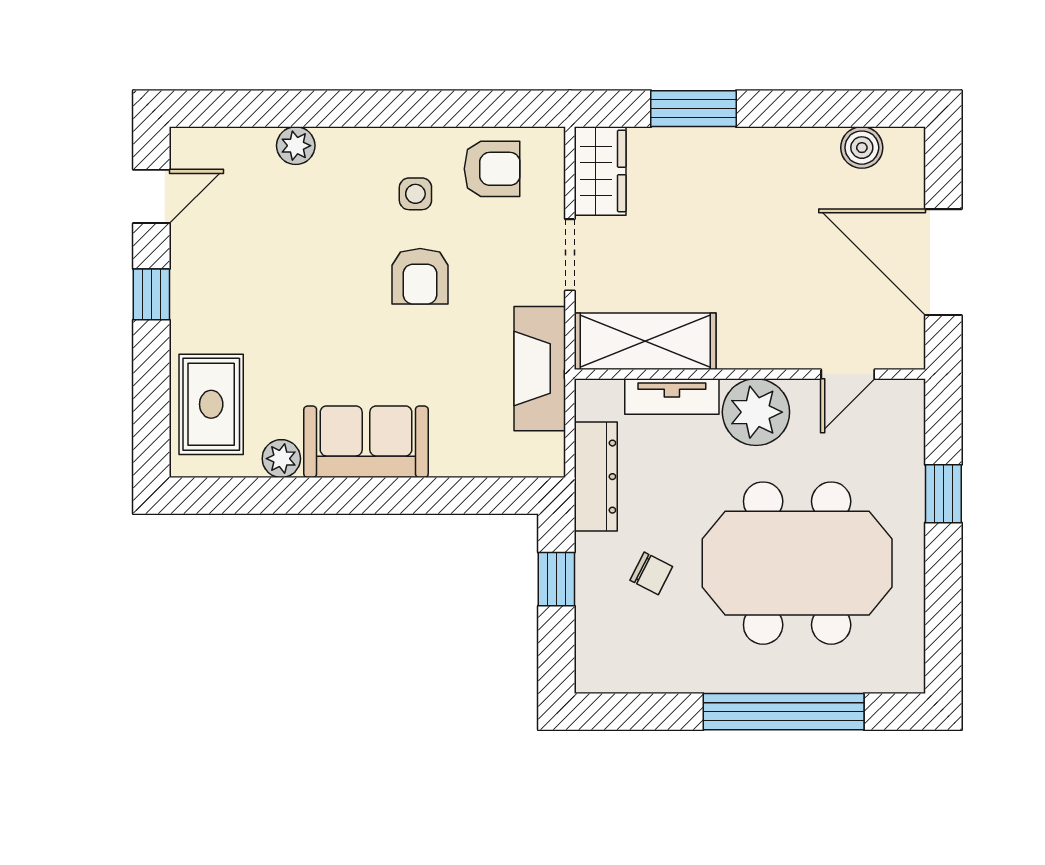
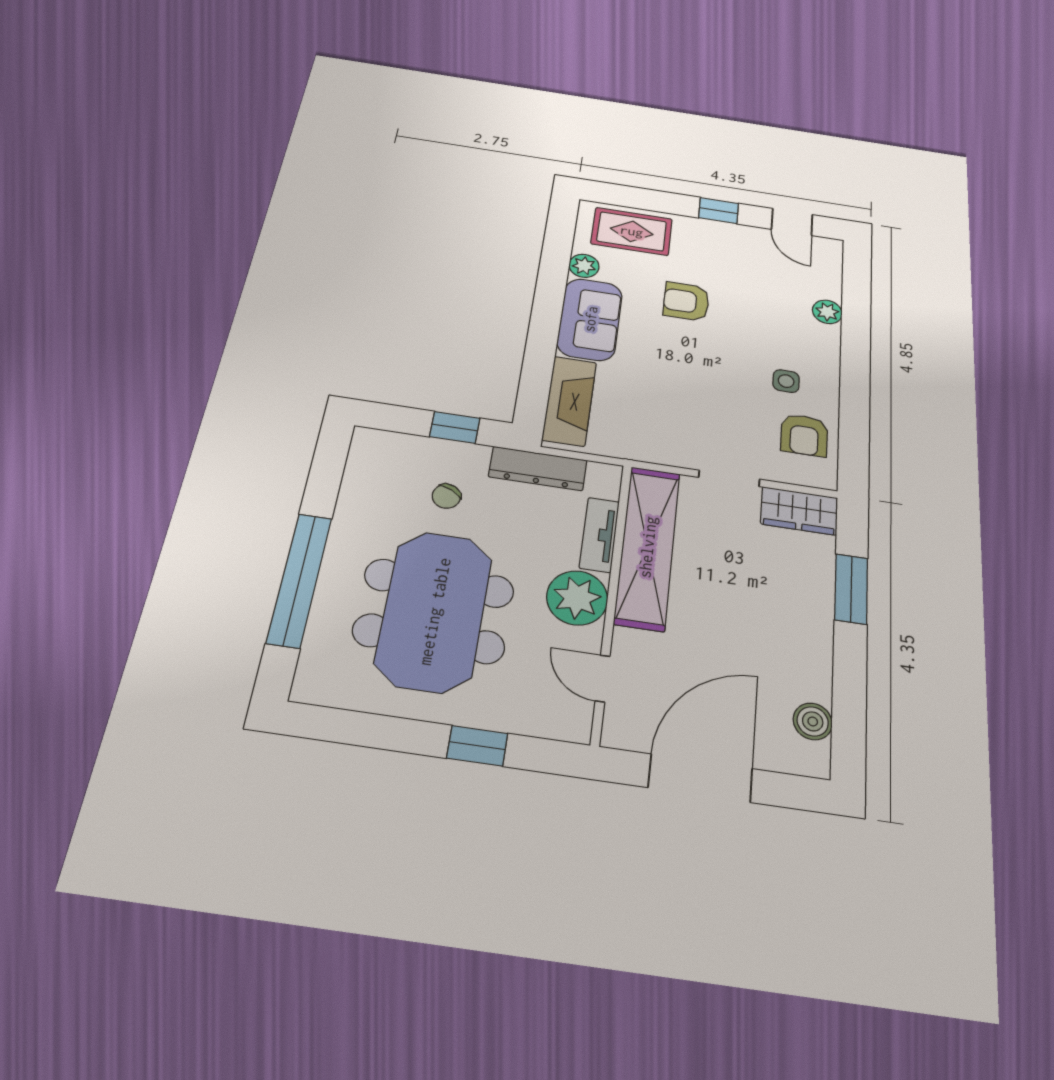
armchair: (420, 276) -> (686, 301), moved
shelving: (645, 341) -> (647, 547), width x1.47
fireplace: (540, 369) -> (569, 401), moved, turned 90

